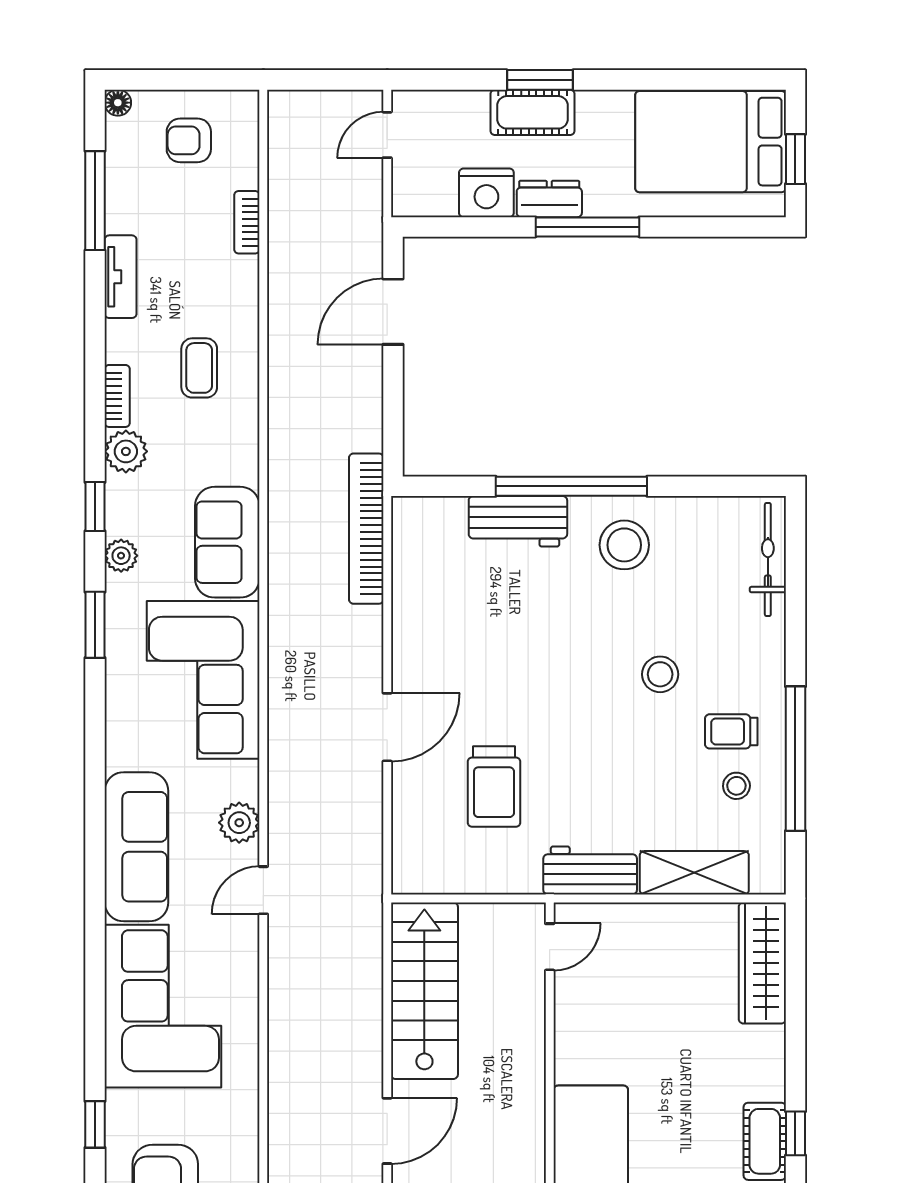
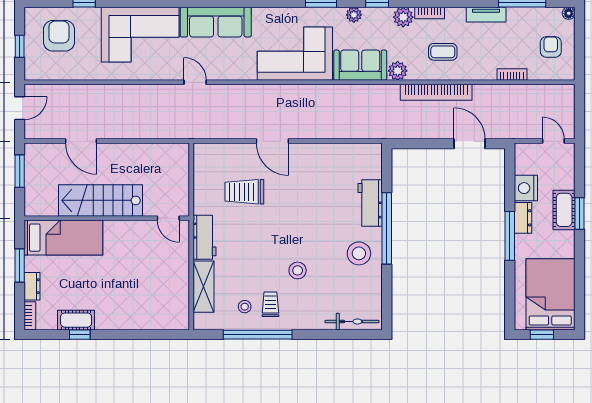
bookcase: (366, 529) -> (436, 92), moved, turned 180
plant: (239, 823) -> (398, 71), moved
wardrobe: (762, 963) -> (161, 319), removed
stairs: (424, 991) -> (100, 200), moved, turned 180

